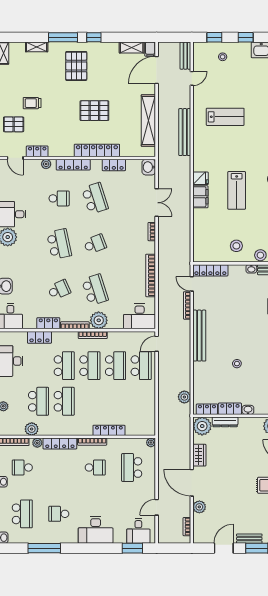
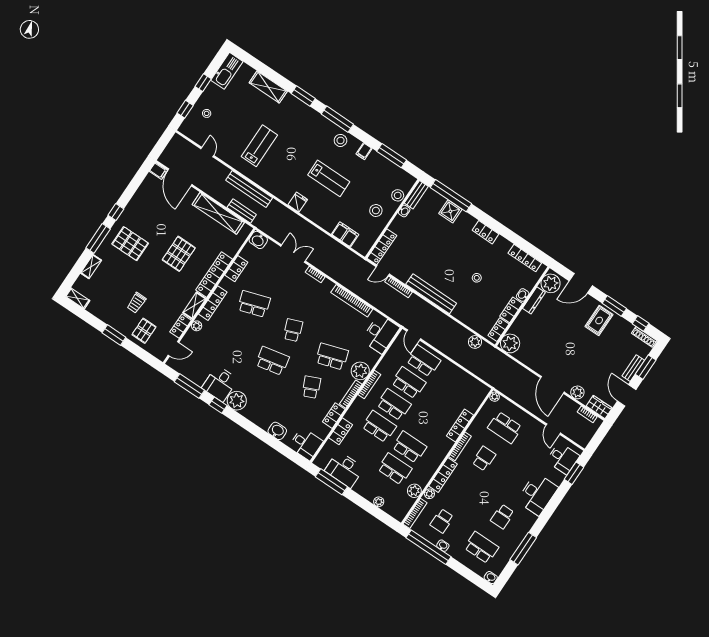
shelving: (132, 47) -> (194, 306), moved
bench: (185, 56) -> (242, 211), moved
filing cabinet: (200, 197) -> (345, 234), moved
school desk: (59, 198) -> (233, 335), removed
dresser: (225, 422) -> (534, 300), moved
wardrobe: (199, 455) -> (599, 407), moved
door: (192, 483) -> (552, 385), hinge flipped

